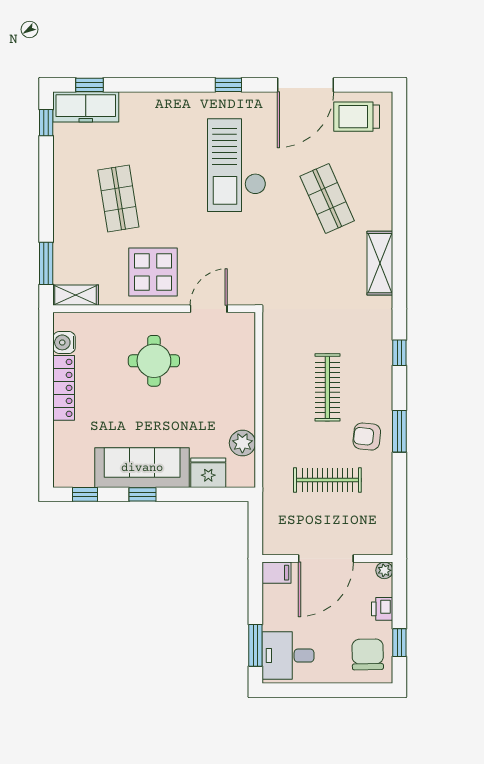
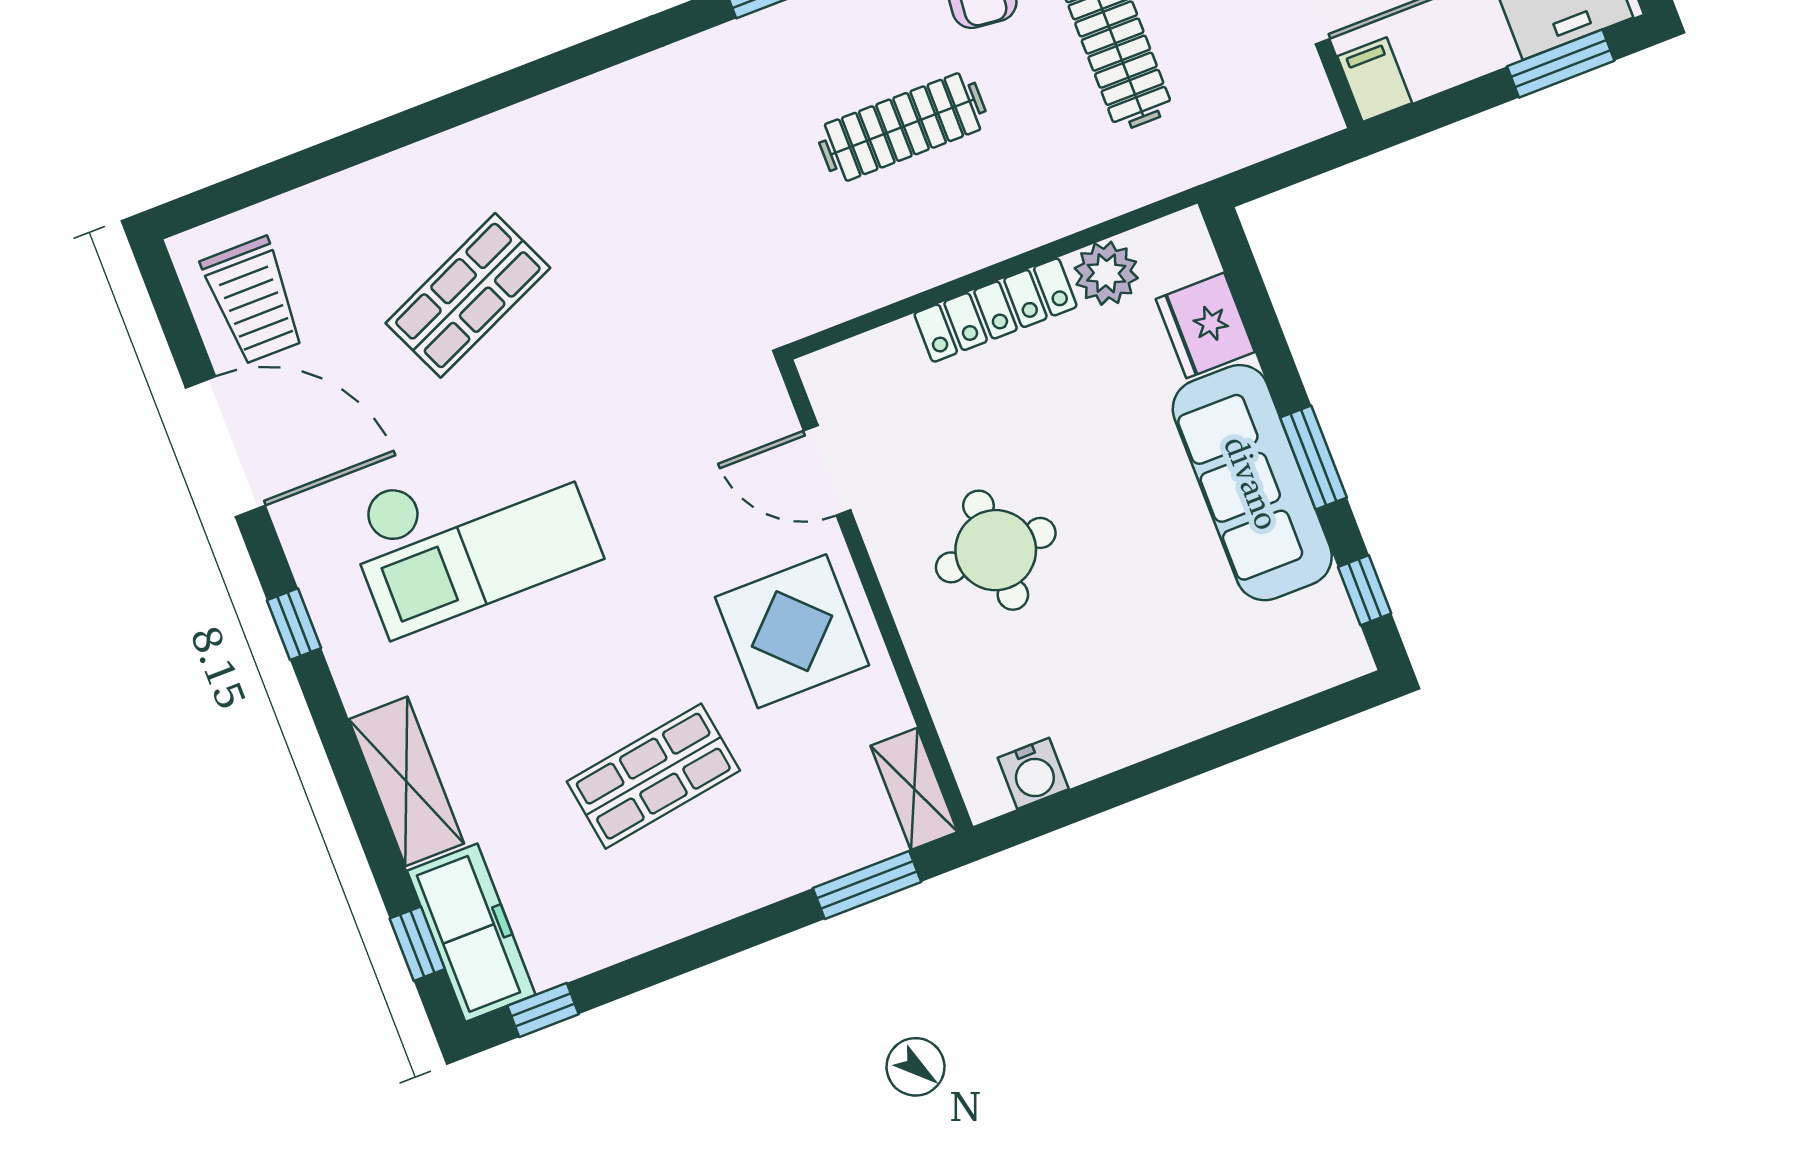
shelving: (380, 263) -> (406, 781), moved, turned 90
locker: (64, 388) -> (996, 310), moved, turned 180
window: (143, 494) -> (1313, 458), width x1.50

